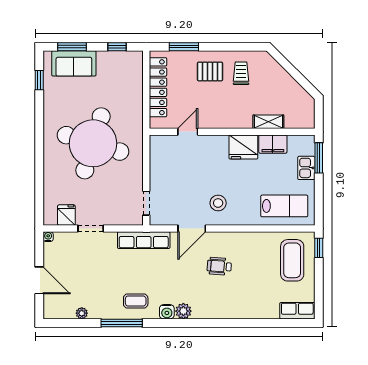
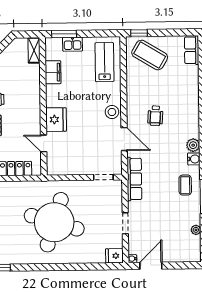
shelving: (268, 122) -> (34, 50), moved
fridge: (243, 147) -> (56, 120), moved
stool: (218, 203) -> (112, 112), moved
fridge: (66, 215) -> (114, 256), moved
coffee table: (292, 260) -> (150, 55), turned 31
door: (39, 280) -> (151, 266), moved

